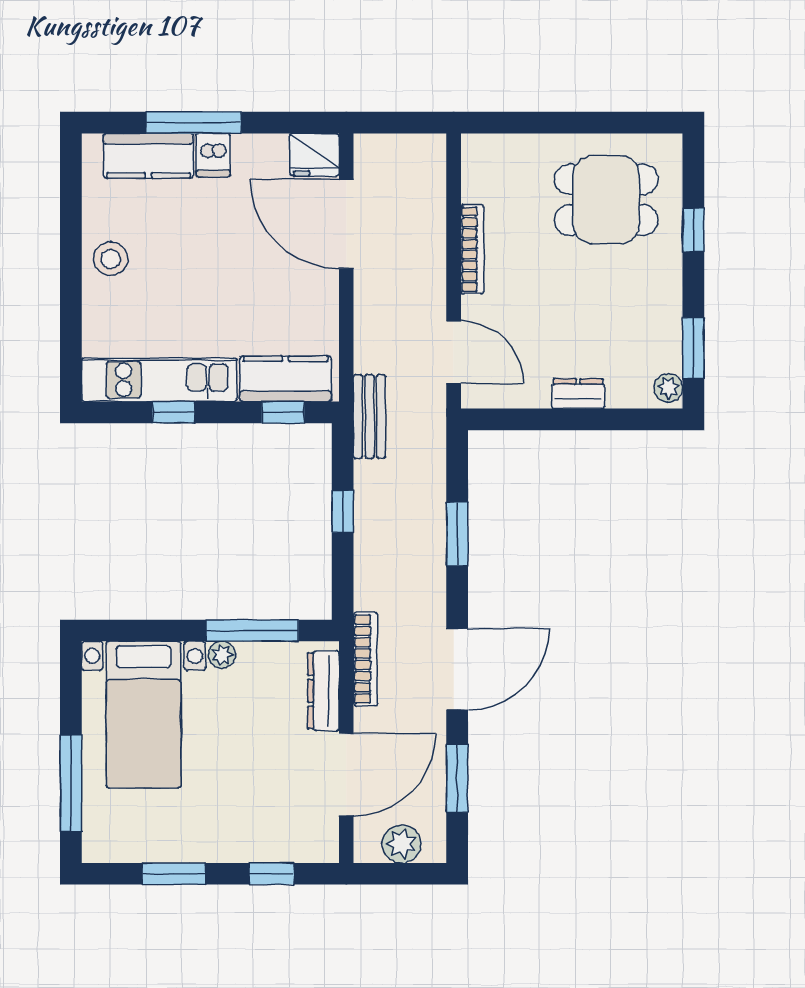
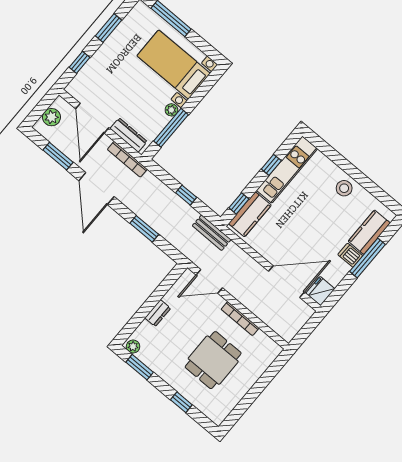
dining table: (606, 200) -> (213, 360), moved

